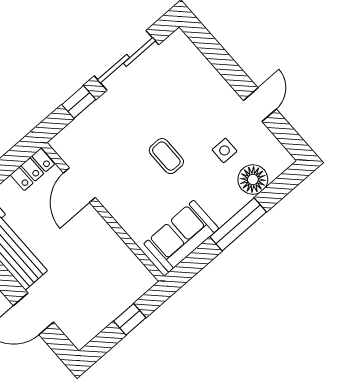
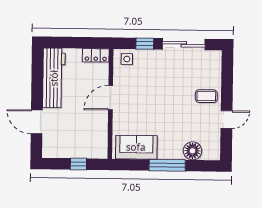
side table: (225, 150) -> (127, 59), moved
coffee table: (166, 156) -> (206, 96), moved, turned 90
door: (79, 185) -> (111, 98), moved

